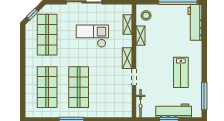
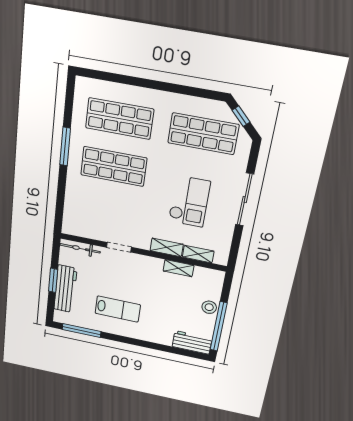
stool: (146, 15) -> (209, 307), moved
workbench: (195, 22) -> (192, 342), width x0.73
shelving: (127, 58) -> (167, 247), moved
lab bench: (181, 72) -> (118, 309), turned 180

